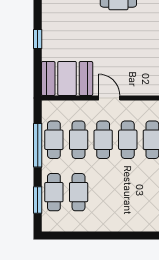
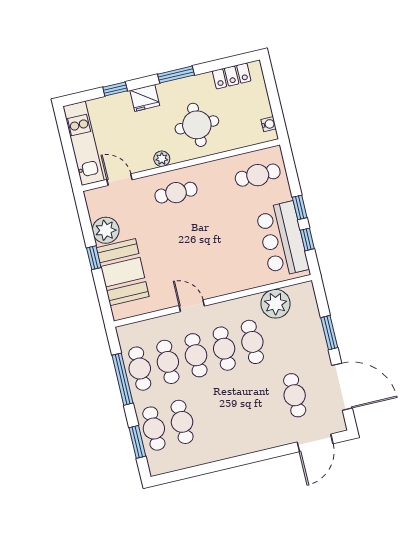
plant: (53, 19) -> (106, 230), added
booth: (67, 79) -> (123, 272), moved, turned 90

